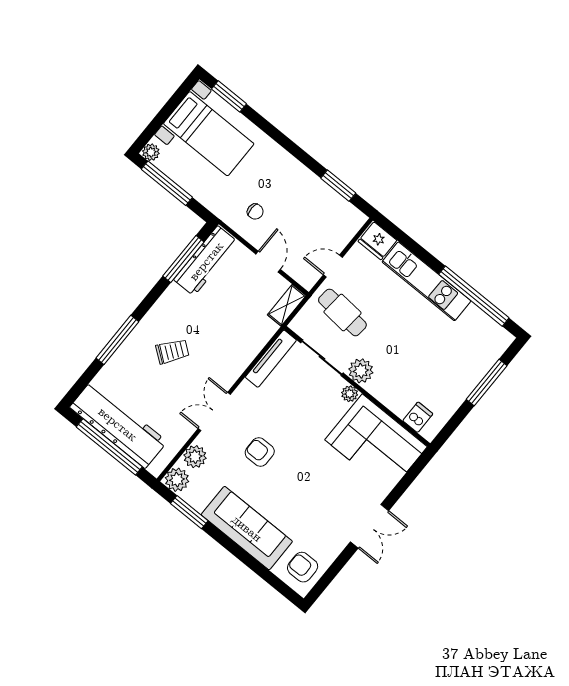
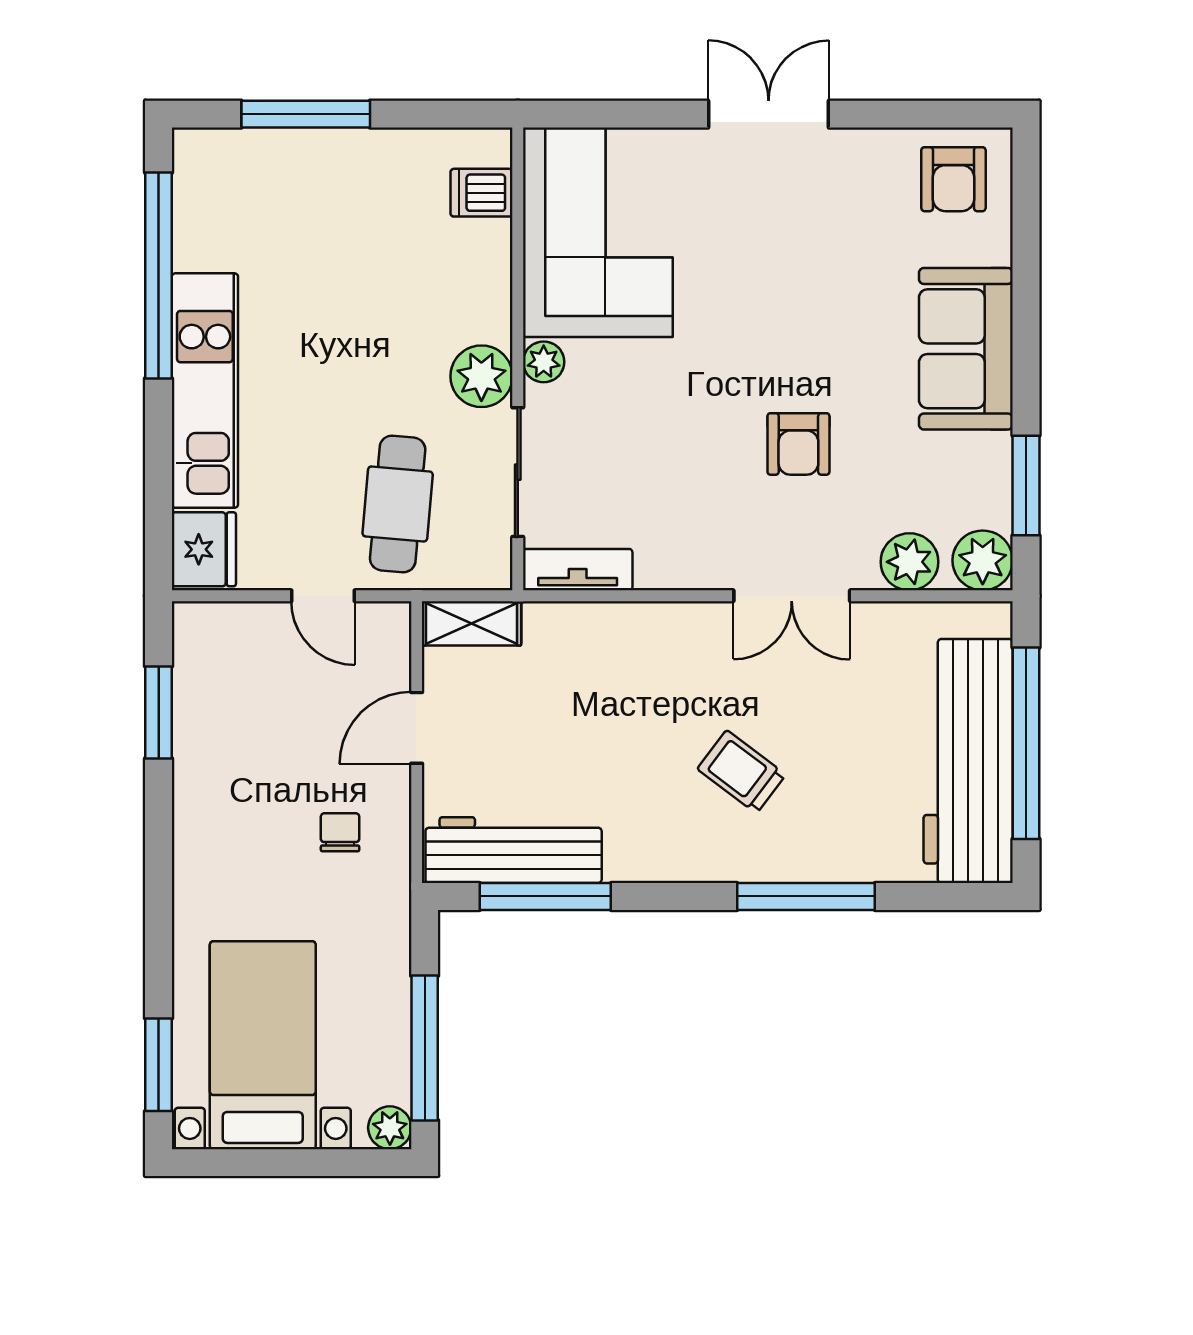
tv unit: (271, 359) -> (578, 570), width x0.71
sofa: (247, 528) -> (966, 349), width x0.73

